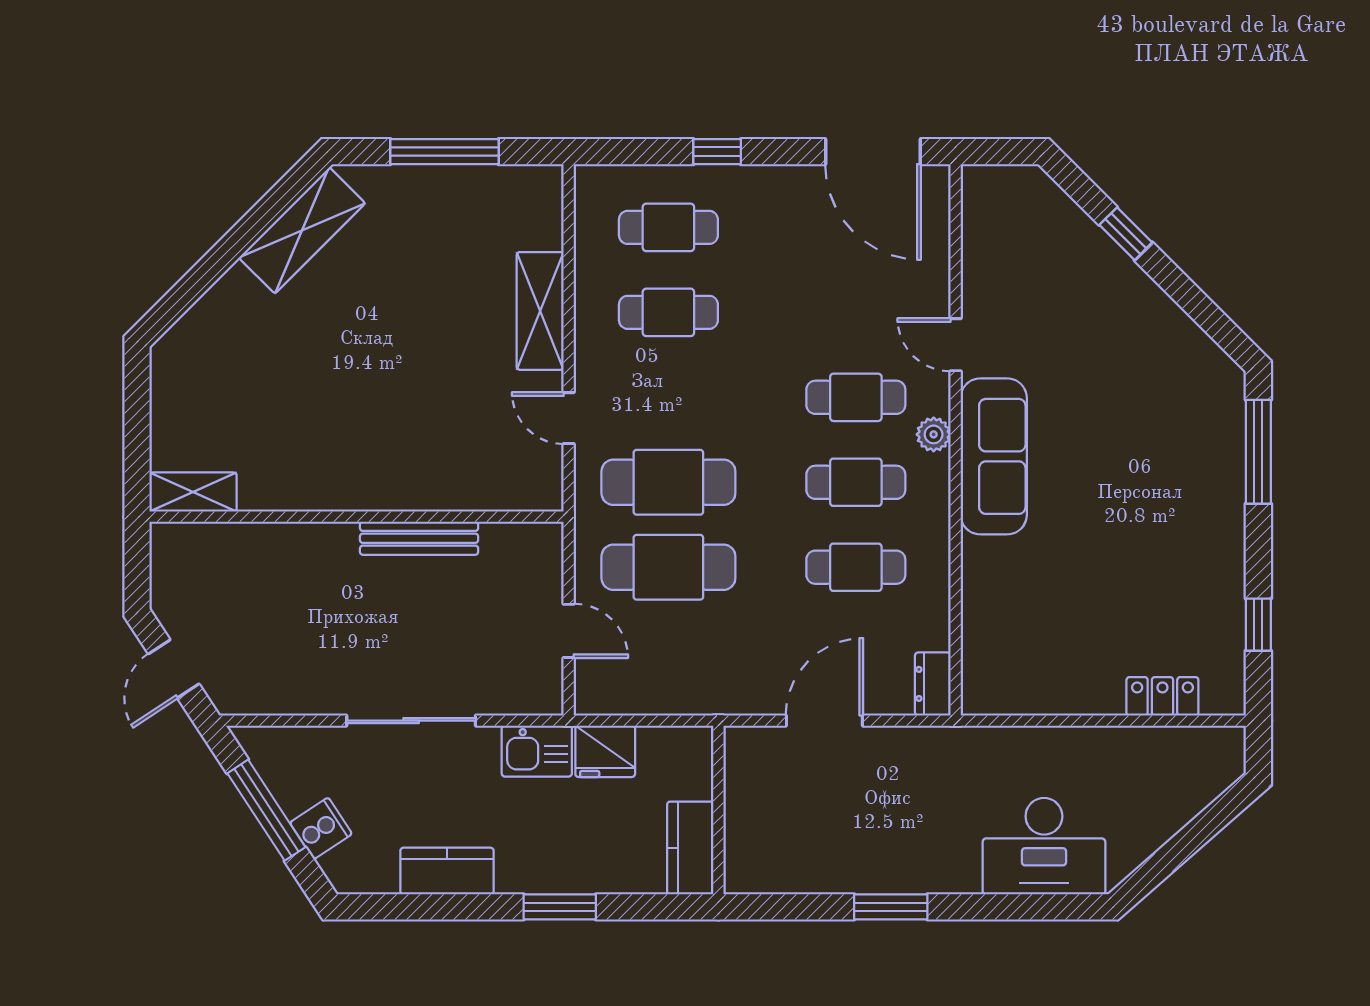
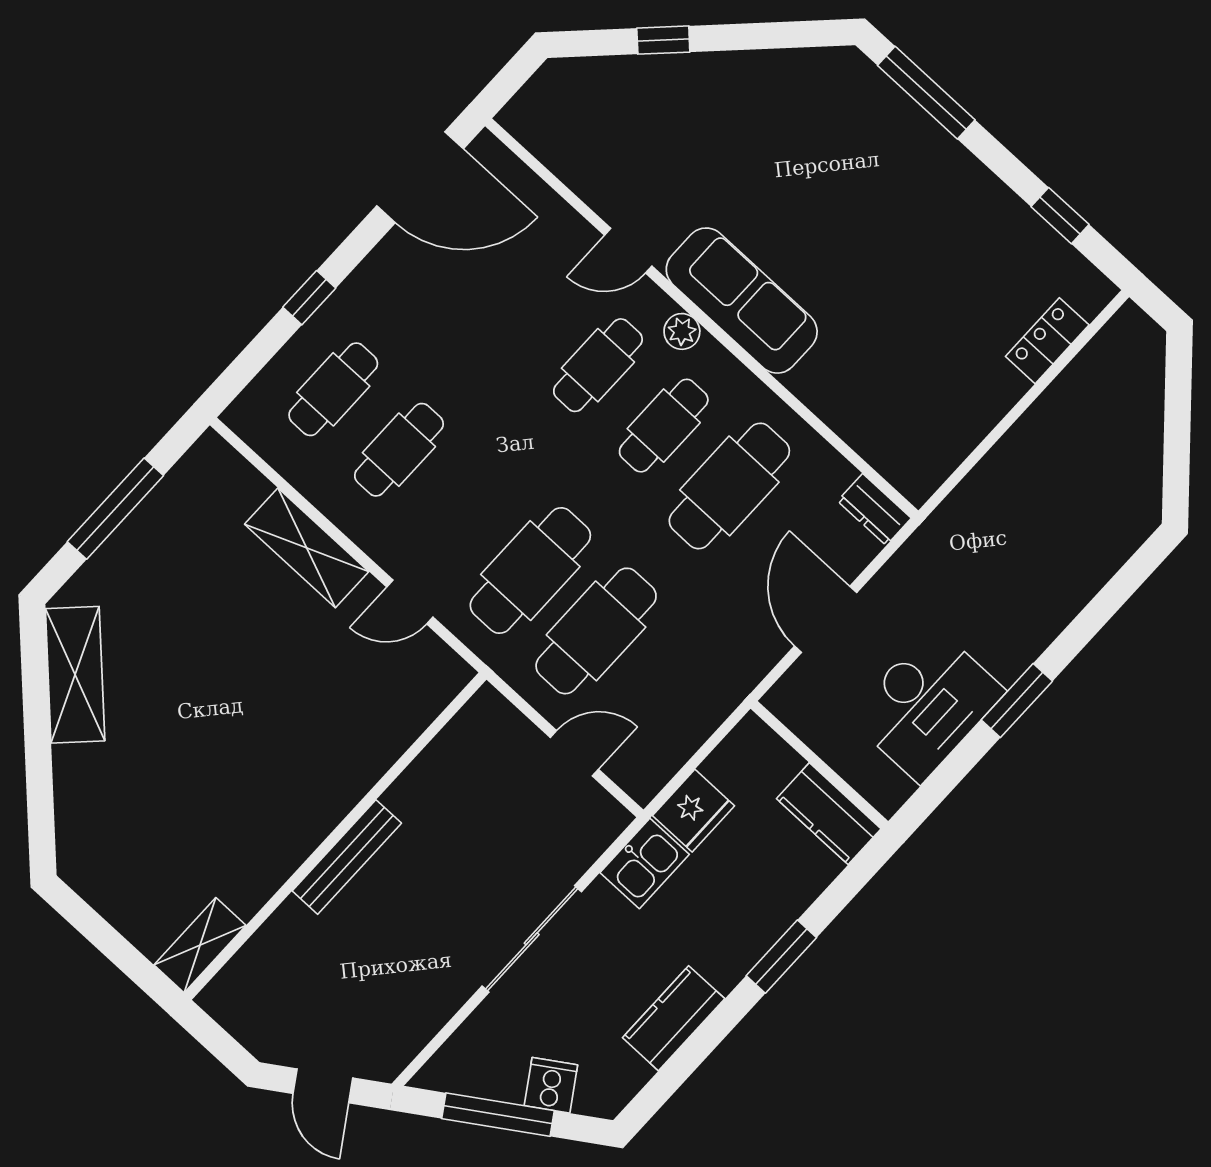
bench: (419, 538) -> (347, 857), moved
cafe table: (856, 567) -> (729, 486), width x1.37, depth x1.35
desk: (1044, 846) -> (927, 704), moved

